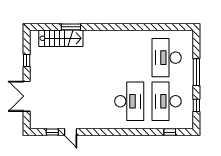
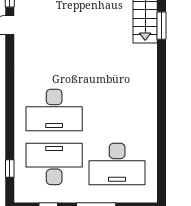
desk: (167, 58) -> (117, 164), turned 180

